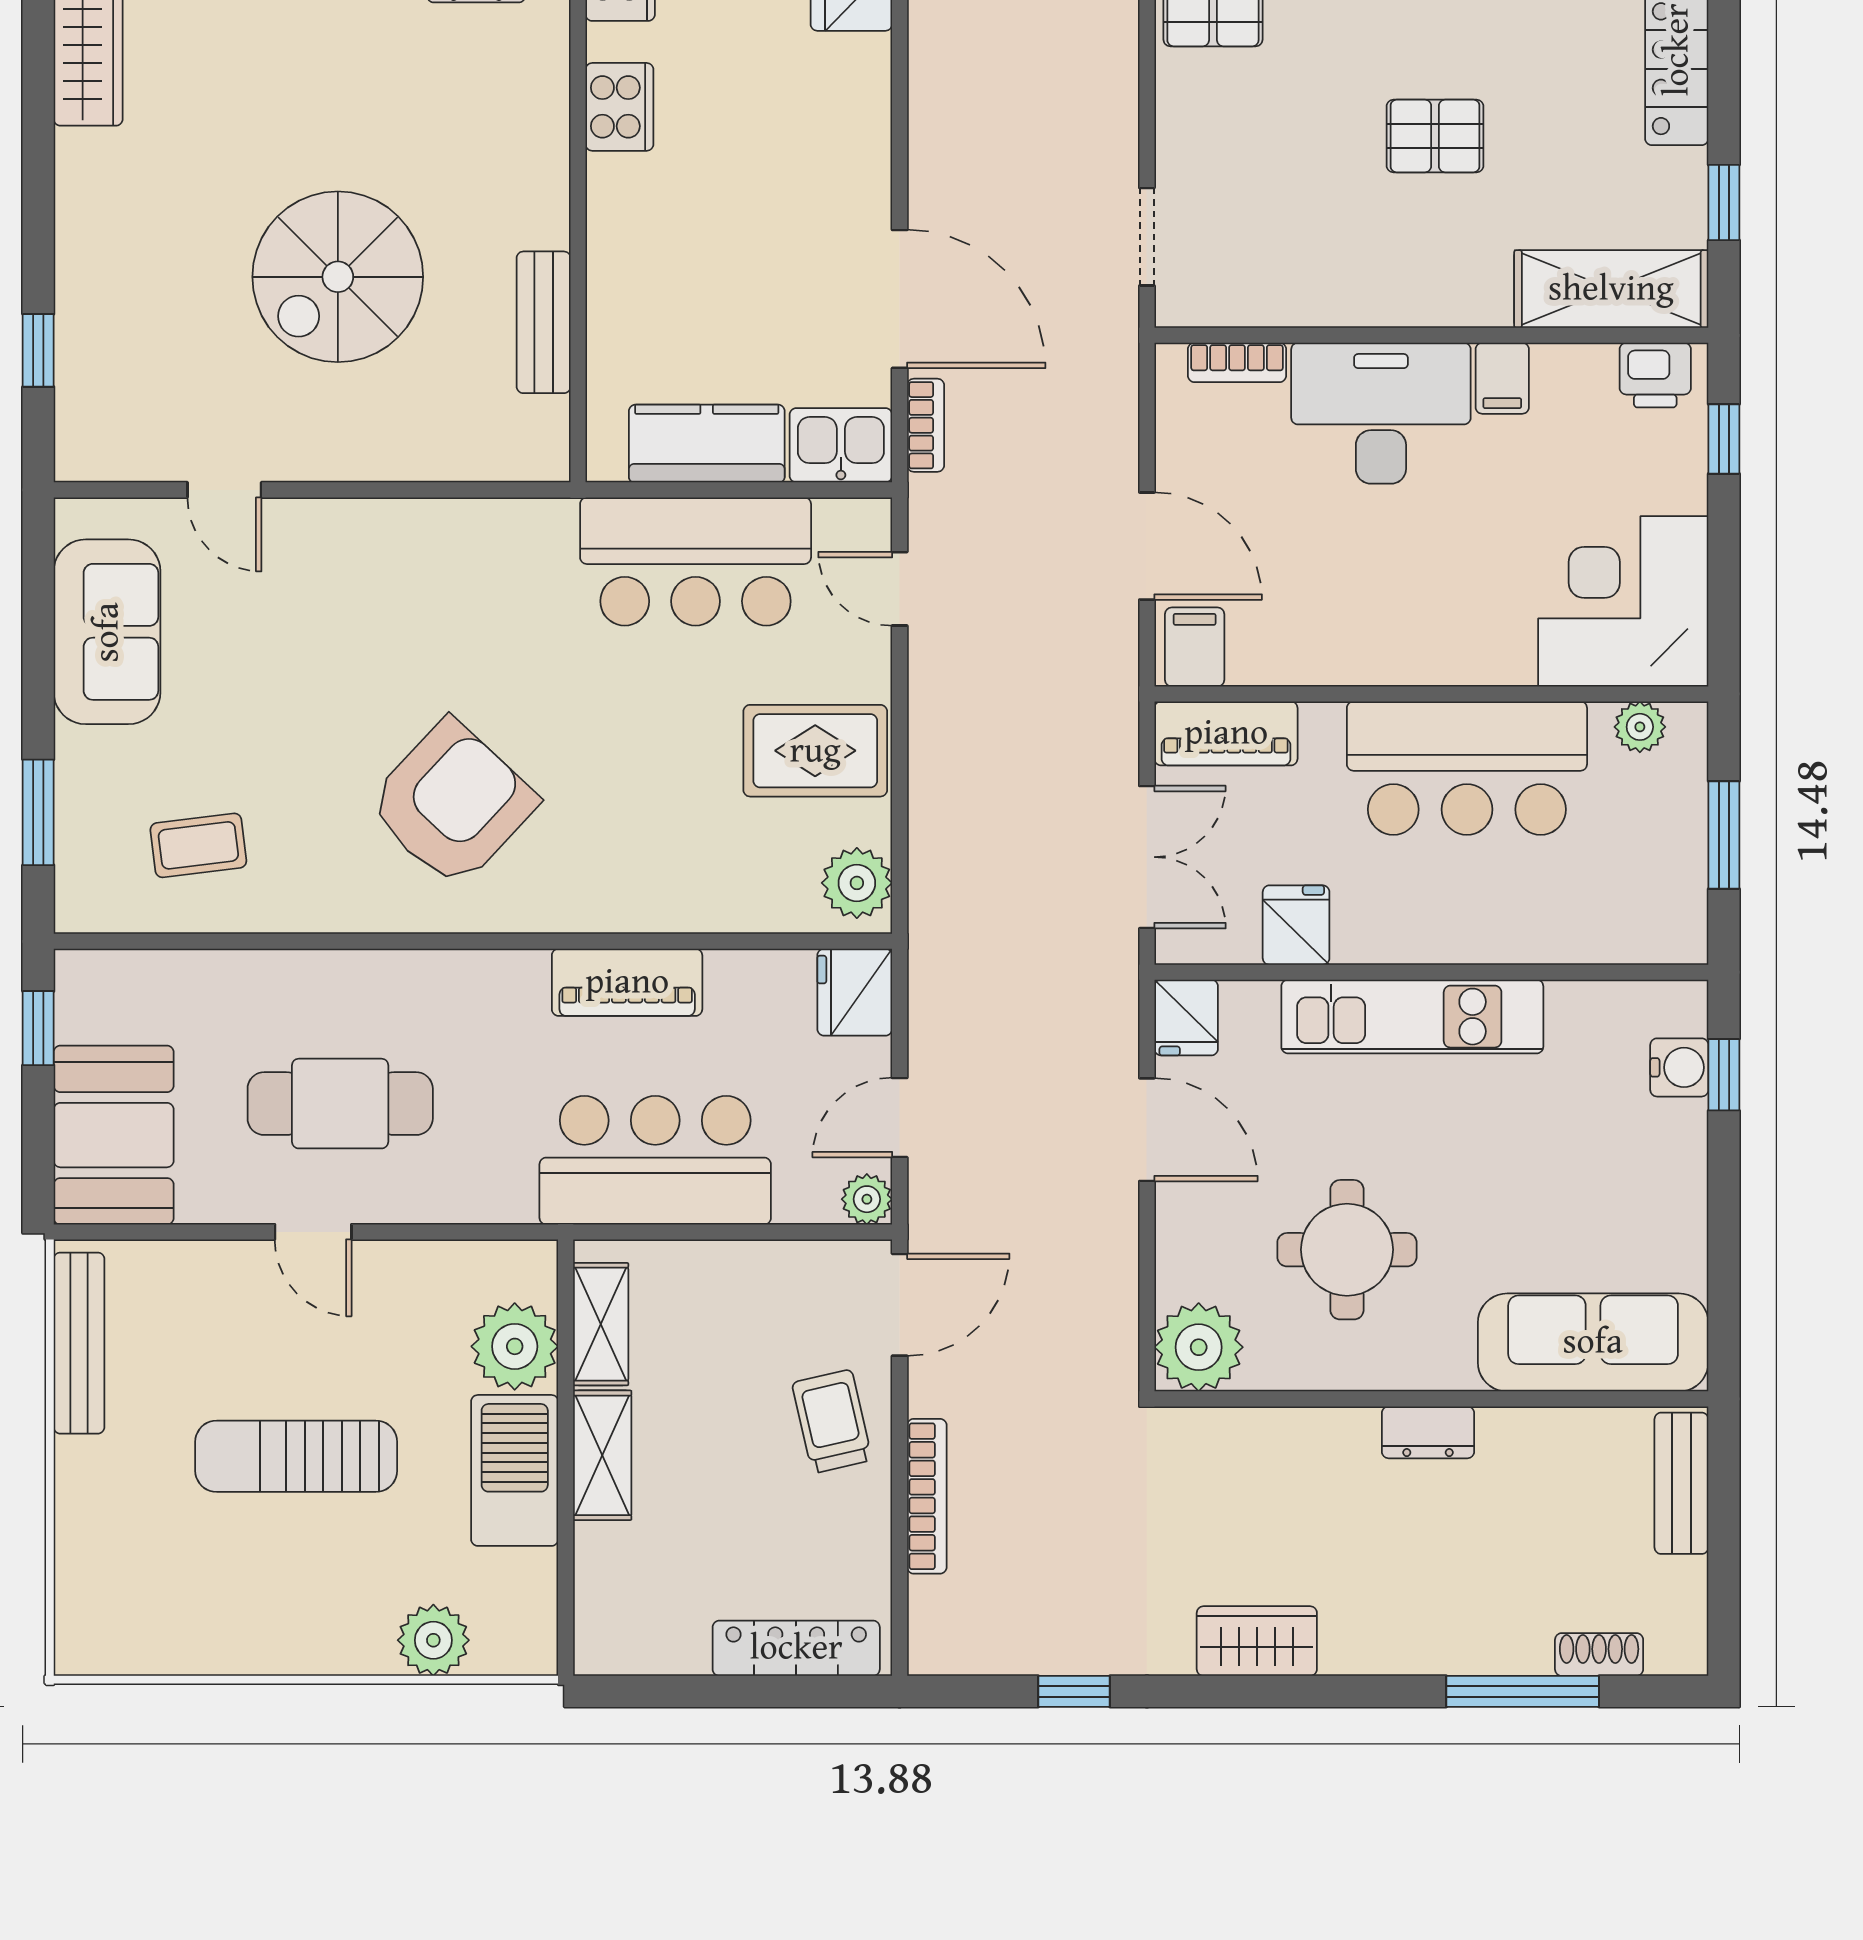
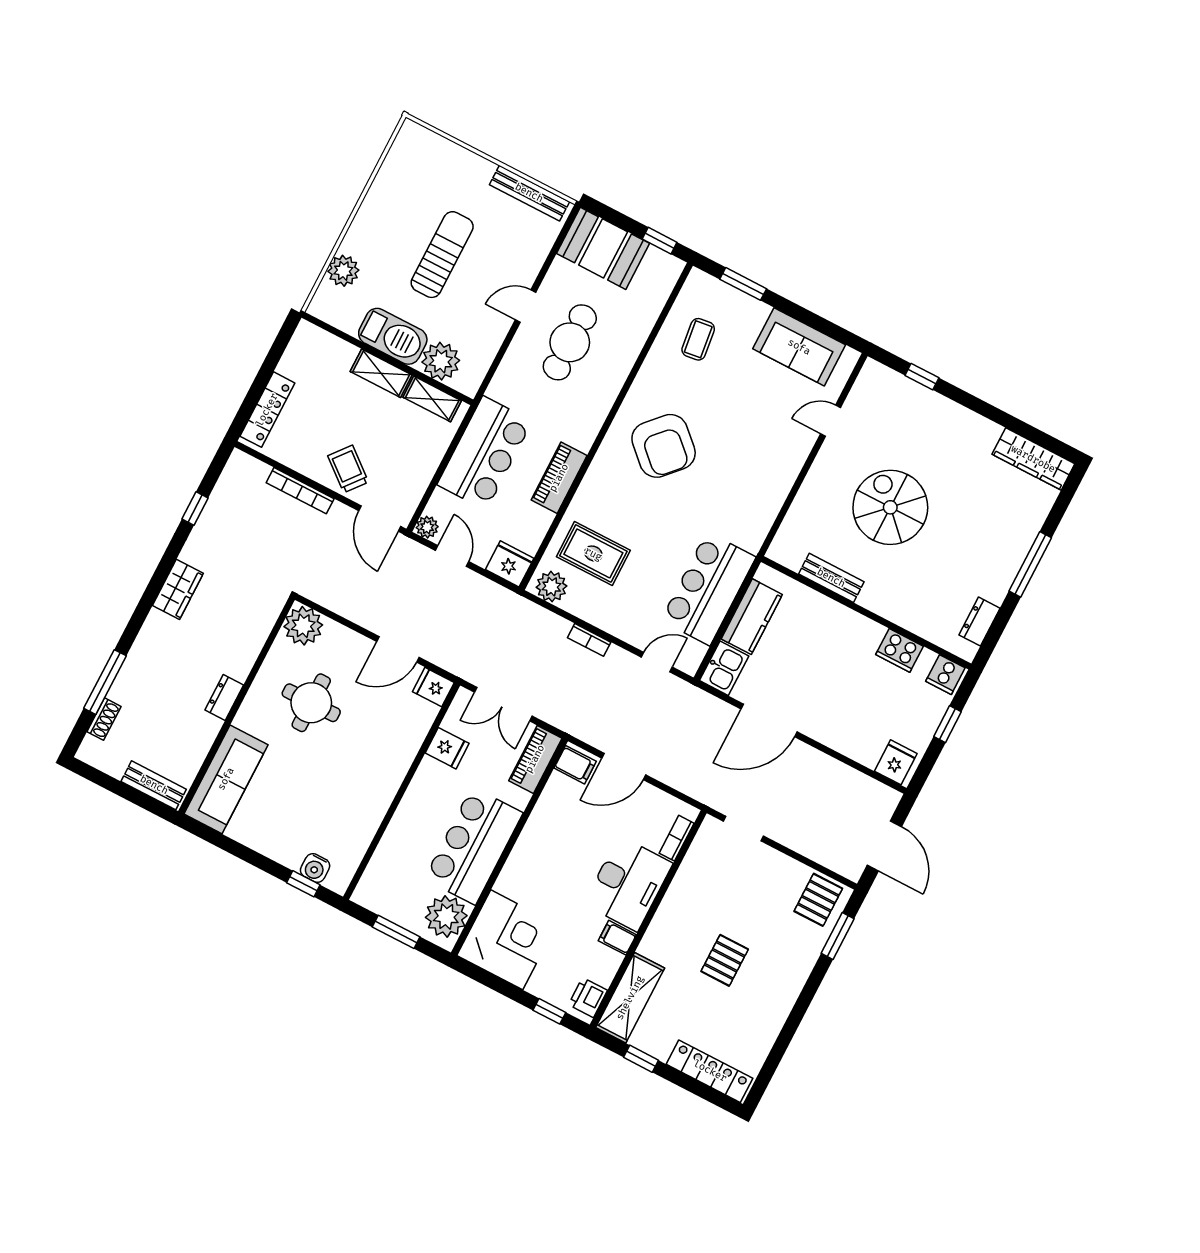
bookcase: (926, 425) -> (589, 640), moved
plant: (1640, 727) -> (446, 917), width x1.88, depth x1.88
rug: (815, 751) -> (593, 554), moved, turned 90
kitchen unit: (1412, 1017) -> (388, 775), removed
trolley: (832, 1421) -> (348, 469), turned -128

